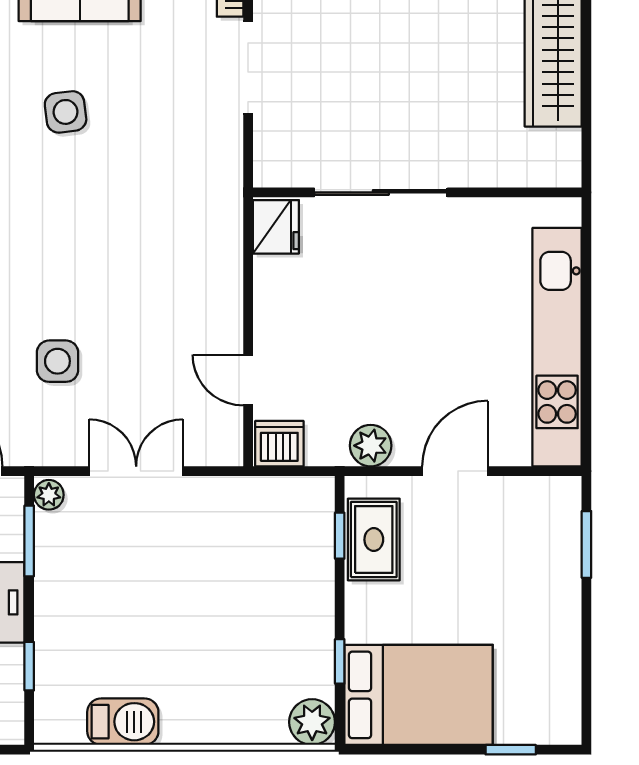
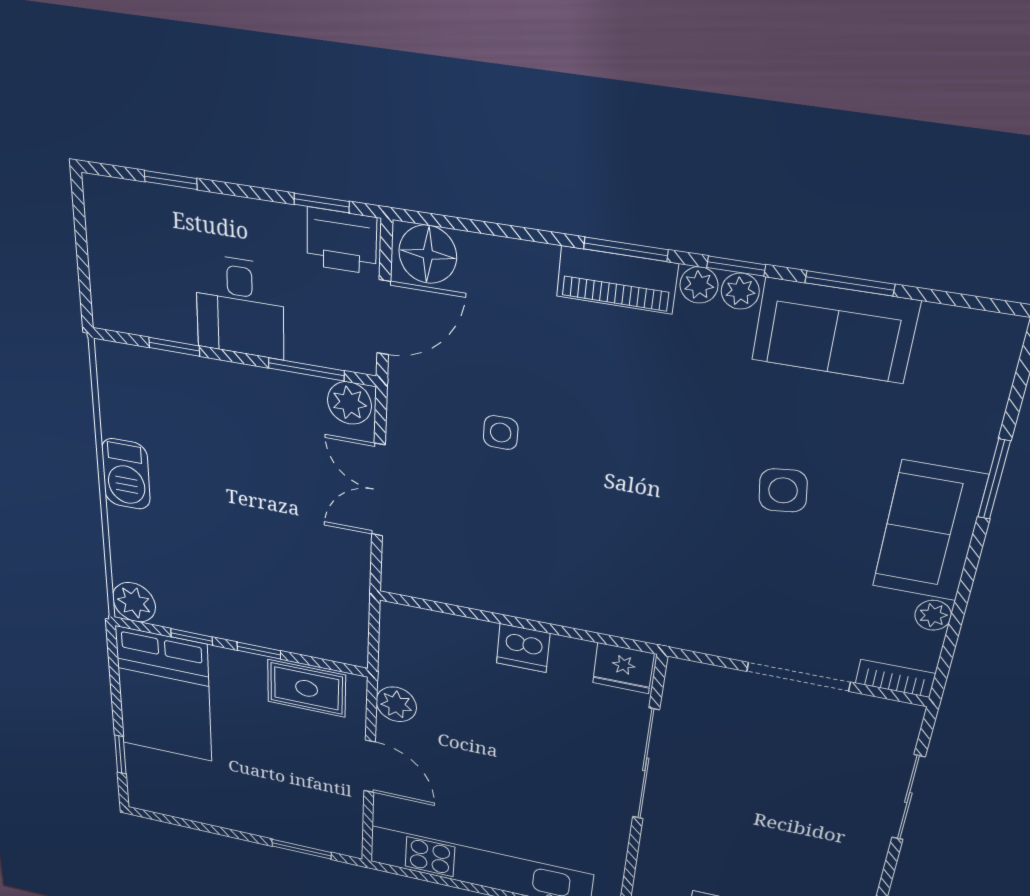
side table: (57, 361) -> (501, 433), width x0.73, depth x0.73
door: (248, 380) -> (467, 612), removed
dishwasher: (279, 444) -> (523, 648), moved, turned 90
double door: (136, 471) -> (378, 490), swing flipped
plant: (49, 495) -> (349, 403), width x1.38, depth x1.38
window: (340, 536) -> (259, 651), moved
barbecue: (123, 722) -> (126, 474), moved

